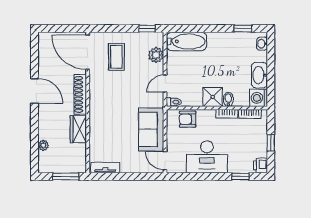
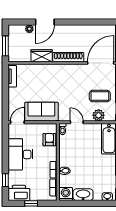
coffee table: (116, 57) -> (100, 96), moved
door: (35, 91) -> (45, 22), moved
shower: (213, 97) -> (66, 159), removed
printer: (260, 165) -> (19, 193), width x1.87, depth x1.48

